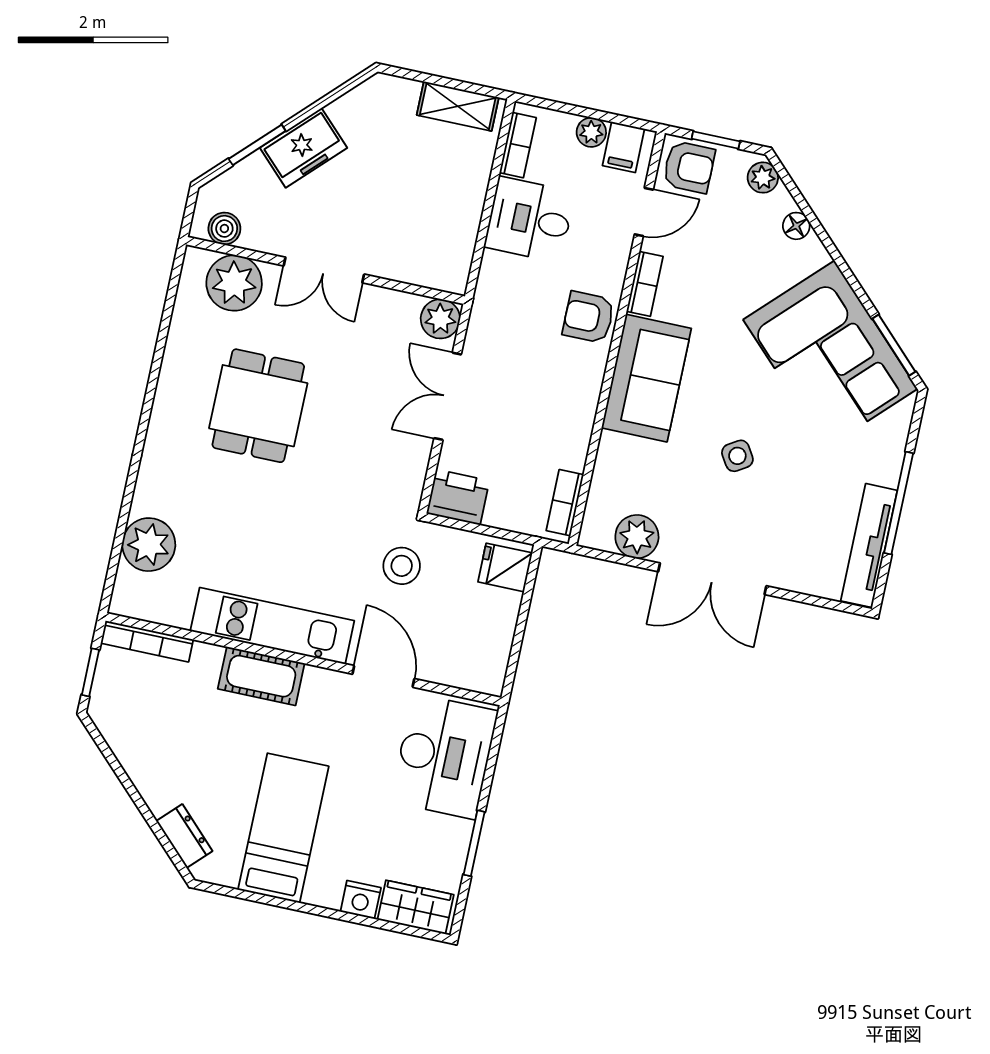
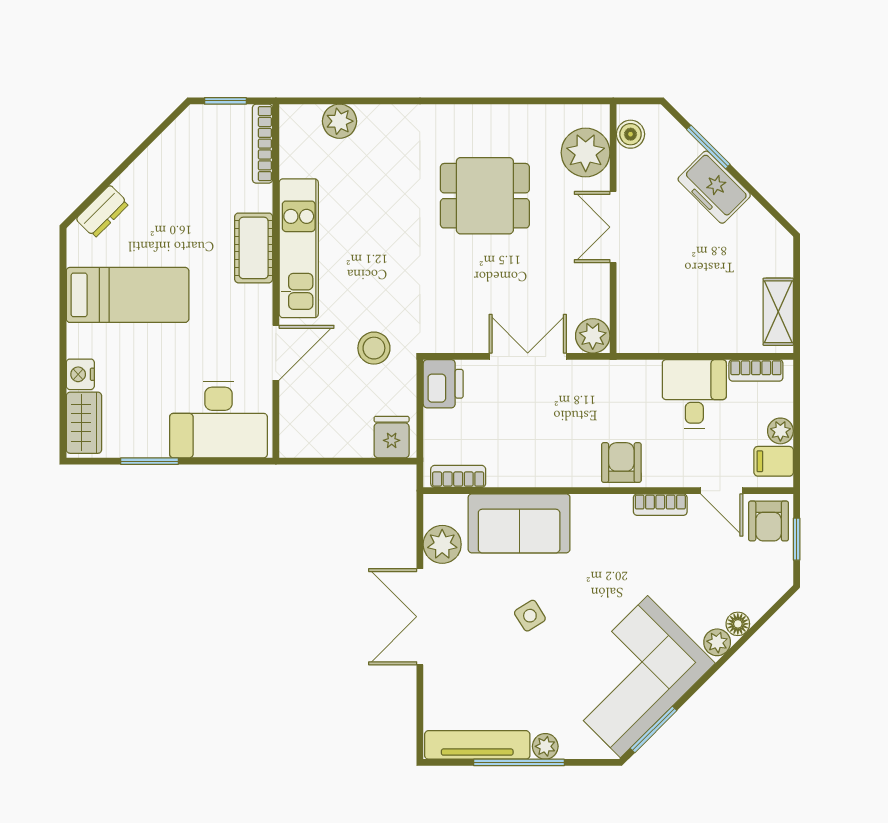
plant: (763, 178) -> (717, 642), moved
sofa: (646, 378) -> (519, 523), moved
plant: (887, 470) -> (545, 746), added
plant: (149, 545) -> (340, 121), width x0.73, depth x0.73

